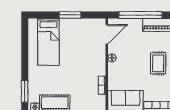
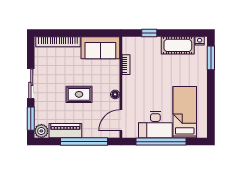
window: (70, 15) -> (161, 142), width x2.11
desk: (75, 30) -> (155, 125), added
rug: (158, 63) -> (79, 94), moved, turned 90

